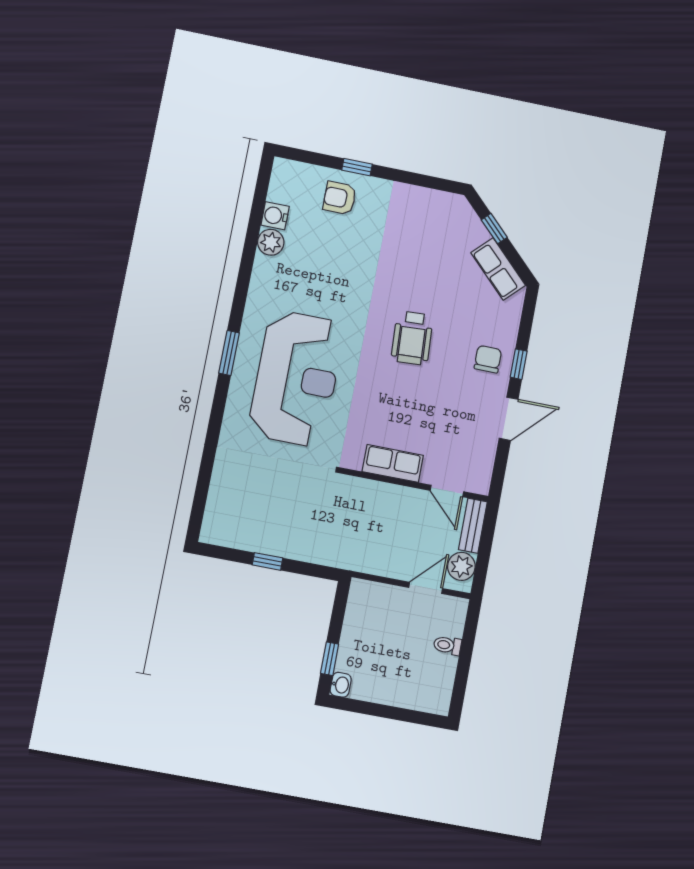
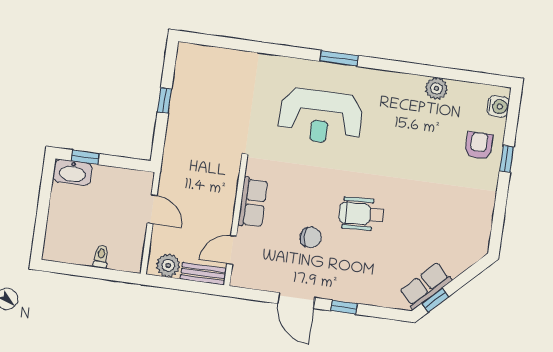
water cooler: (275, 216) -> (498, 106), moved, turned 90
window: (494, 229) -> (435, 300), moved
chair: (488, 359) -> (311, 237), moved
reception desk: (296, 378) -> (321, 117), width x0.74, depth x0.77
door: (426, 588) -> (152, 209), moved
washbasin: (341, 685) -> (73, 172), width x1.91, depth x1.45

